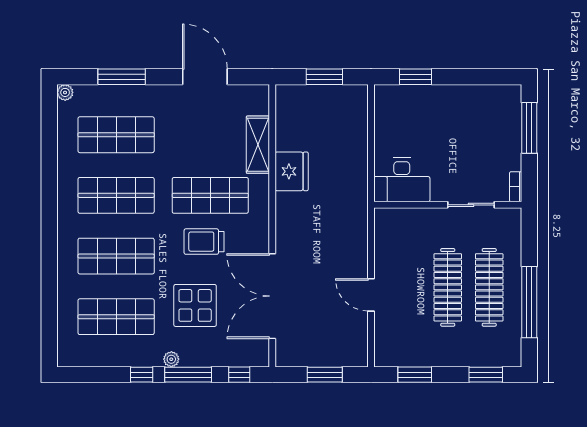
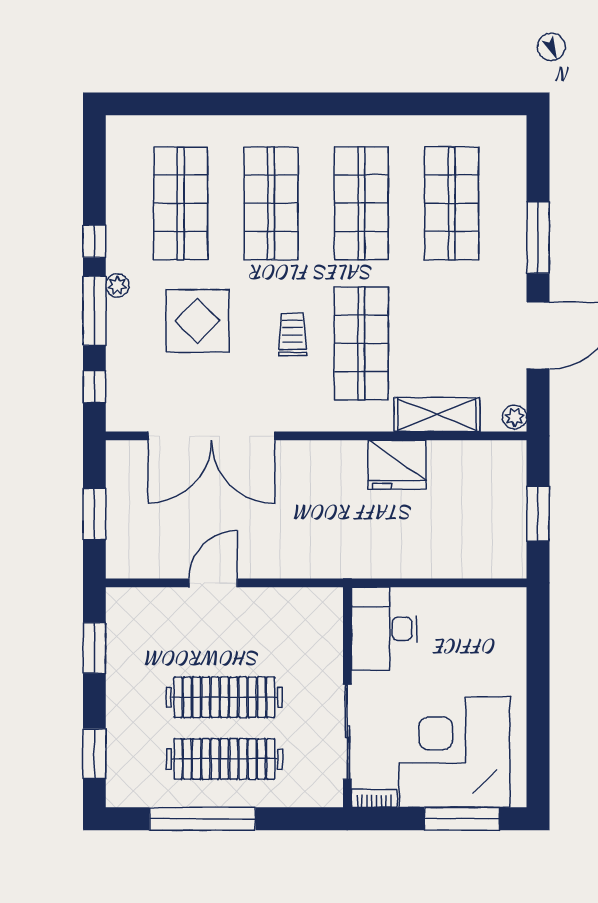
window: (122, 77) -> (538, 238), moved
window: (415, 77) -> (538, 649), removed
plant: (65, 92) -> (515, 417), moved
corner desk: (485, 133) -> (455, 752), added
sliding door: (471, 205) -> (347, 732), width x1.37
trolley: (204, 242) -> (293, 334), width x0.73, depth x0.72
double door: (272, 296) -> (211, 436), swing flipped

